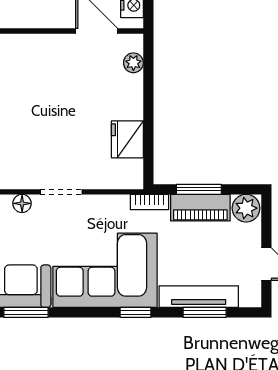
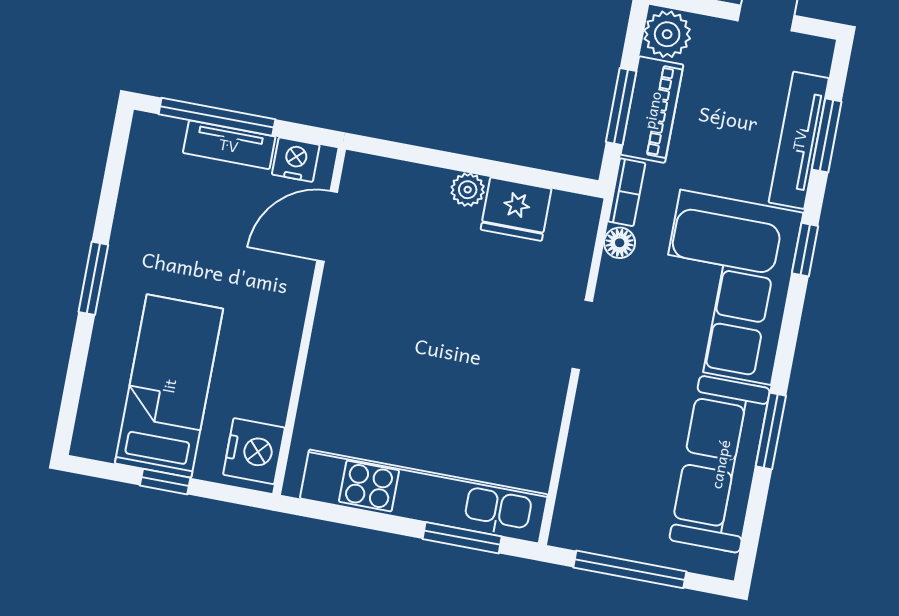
plant: (133, 63) -> (468, 190), moved
floor lamp: (22, 203) -> (620, 243), moved

